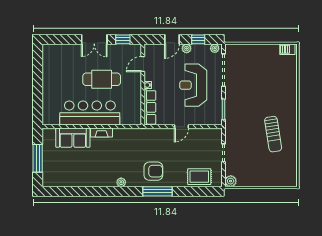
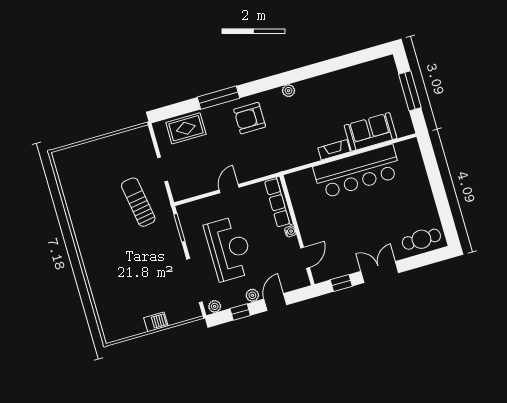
barbecue: (287, 49) -> (156, 322), moved
cafe table: (102, 79) -> (421, 239), moved, width x0.73, depth x0.74
sun lounger: (273, 134) -> (138, 202), moved
plant: (231, 181) -> (142, 134), removed
window: (157, 191) -> (218, 98), moved

